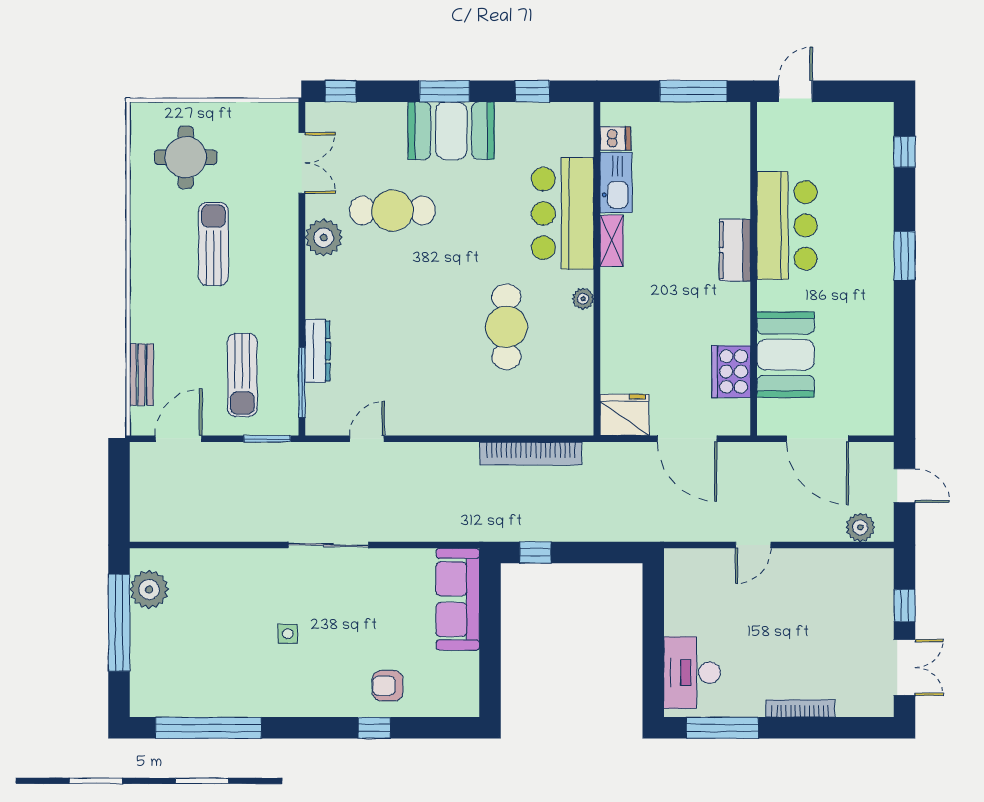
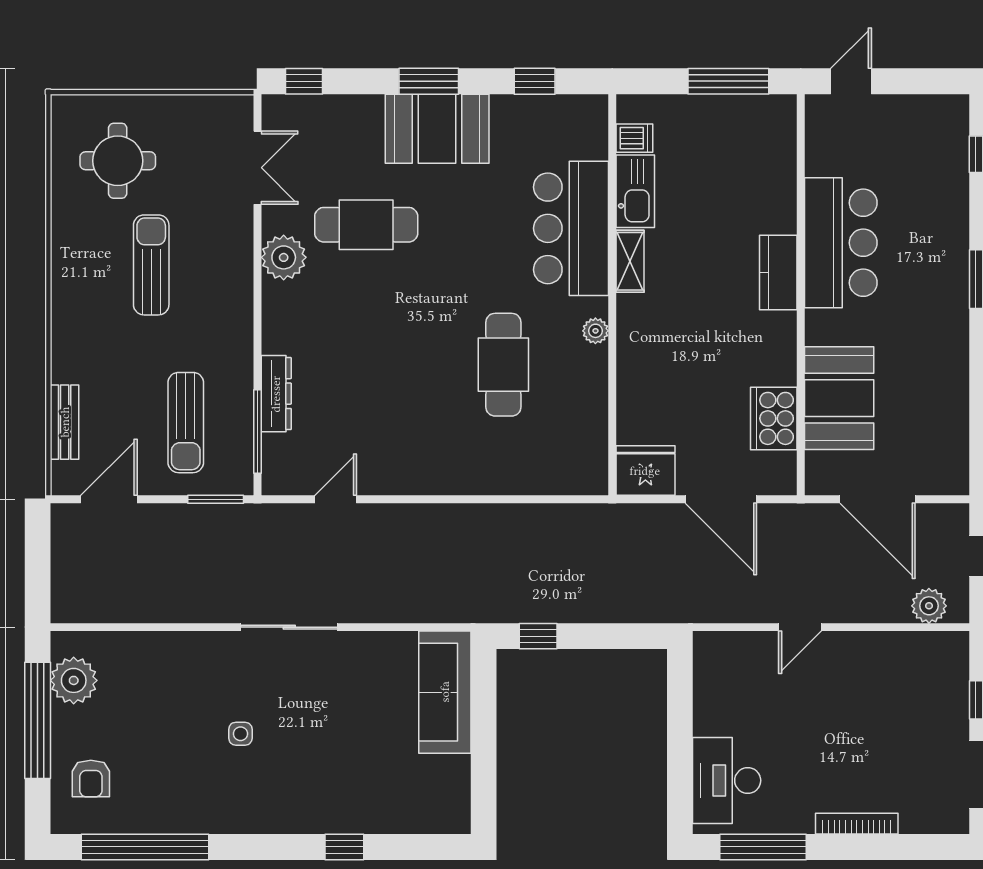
bookcase: (531, 453) -> (533, 517), removed
armchair: (388, 686) -> (91, 779), moved, turned -90

